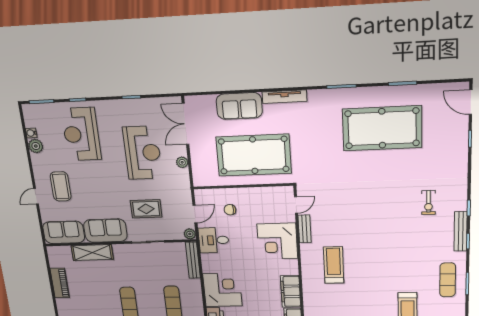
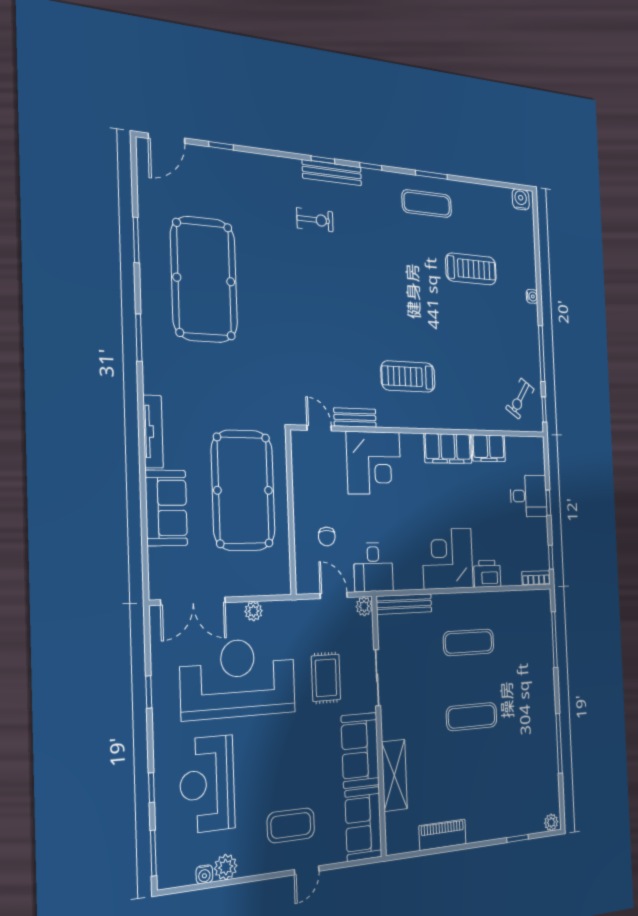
reception desk: (81, 134) -> (207, 784), turned 90
reception desk: (142, 153) -> (238, 678), width x1.36, depth x1.30
door: (36, 196) -> (307, 870), hinge flipped
bench: (461, 231) -> (332, 173), moved

